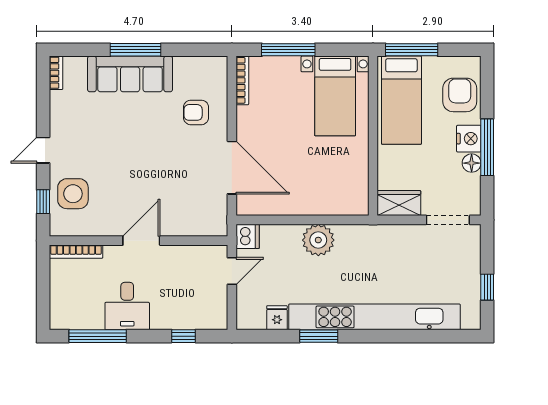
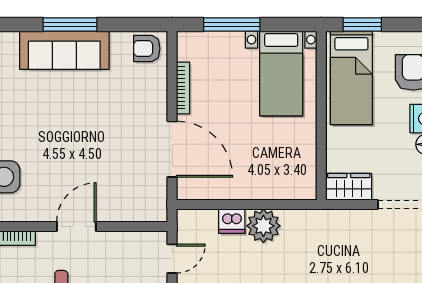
window: (412, 50) -> (362, 25), width x0.69
bookcase: (242, 80) -> (183, 88), moved
armchair: (196, 112) -> (147, 48), moved
dishwasher: (248, 236) -> (232, 221), moved, turned 90

